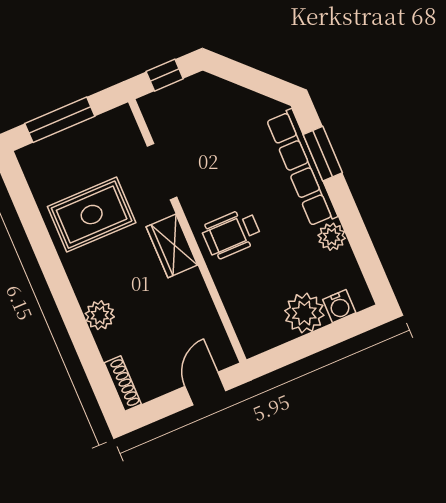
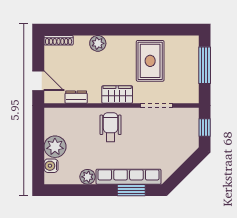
dresser: (206, 313) -> (76, 97), added

